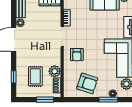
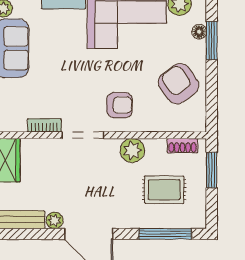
plant: (55, 71) -> (132, 150), moved
window: (14, 77) -> (165, 234), width x2.17
armchair: (87, 83) -> (179, 84), turned -54

